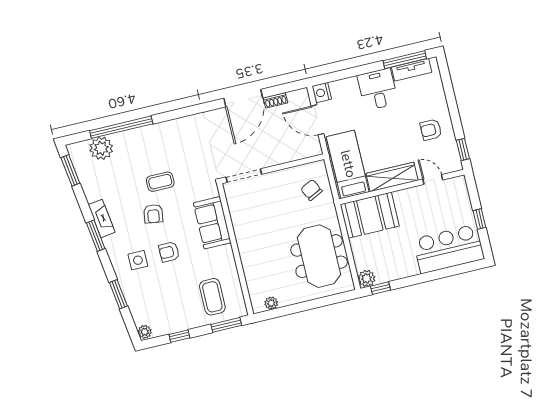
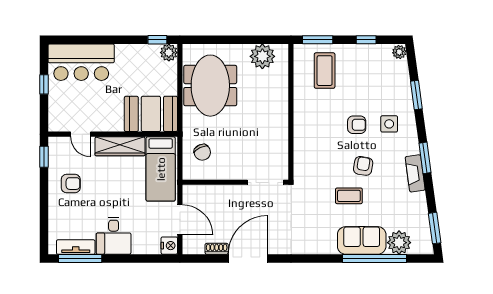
sofa: (212, 223) -> (362, 240), moved, turned -90
plant: (271, 303) -> (262, 56), width x1.87, depth x1.87

